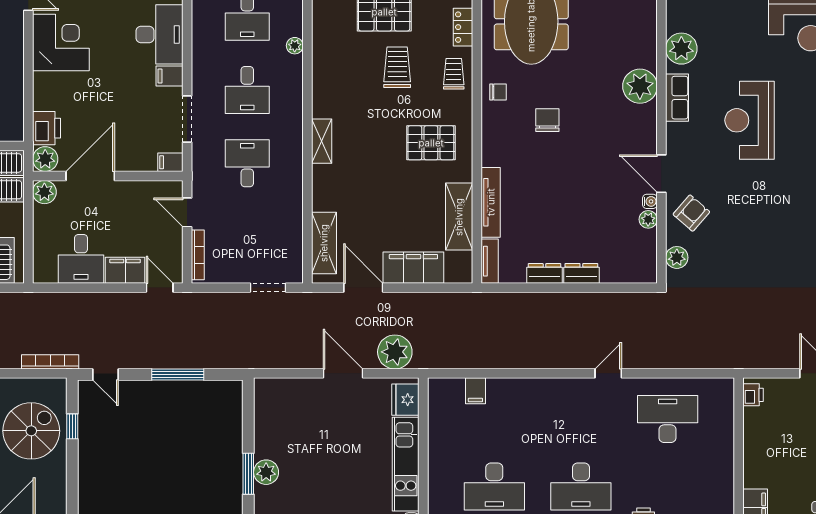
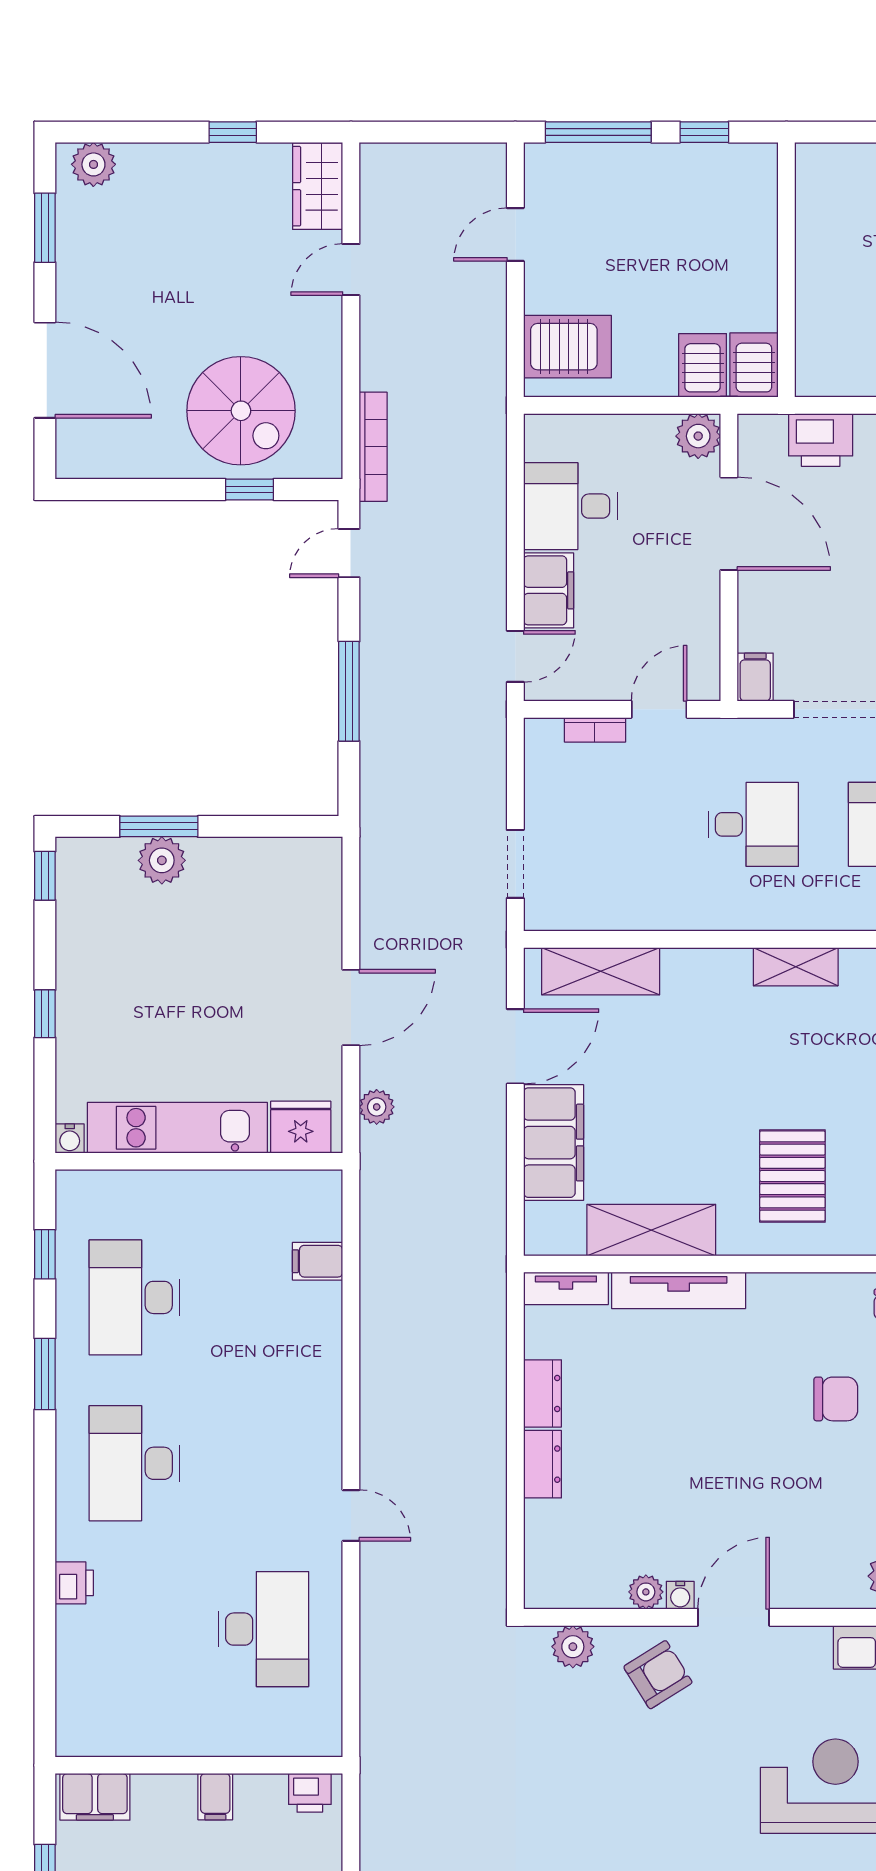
plant: (45, 159) -> (761, 437), removed
armchair: (691, 213) -> (658, 1675), turned -73
bookcase: (198, 255) -> (595, 730), width x0.64
plant: (395, 352) -> (377, 1107), width x0.53, depth x0.53
filing cabinet: (755, 444) -> (215, 1797), added

